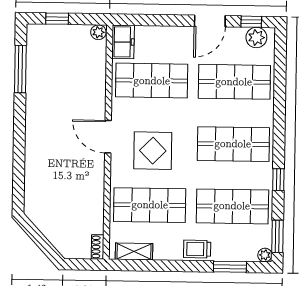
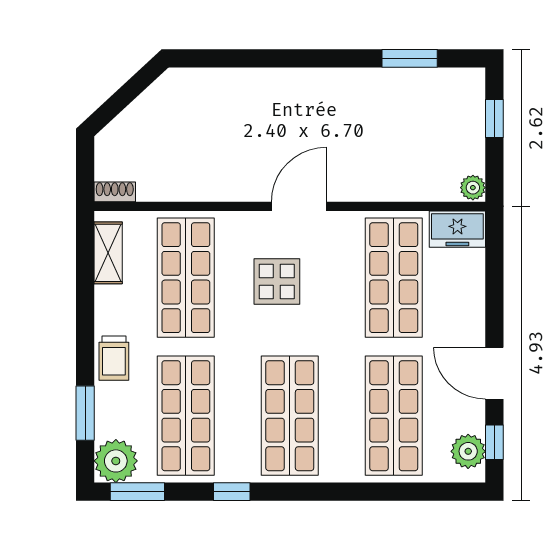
window: (20, 69) -> (410, 58), width x0.69
display table: (153, 151) -> (277, 282), width x0.73, depth x0.73
trolley: (197, 249) -> (114, 358), turned 180
plant: (265, 255) -> (116, 461), width x1.88, depth x1.88

